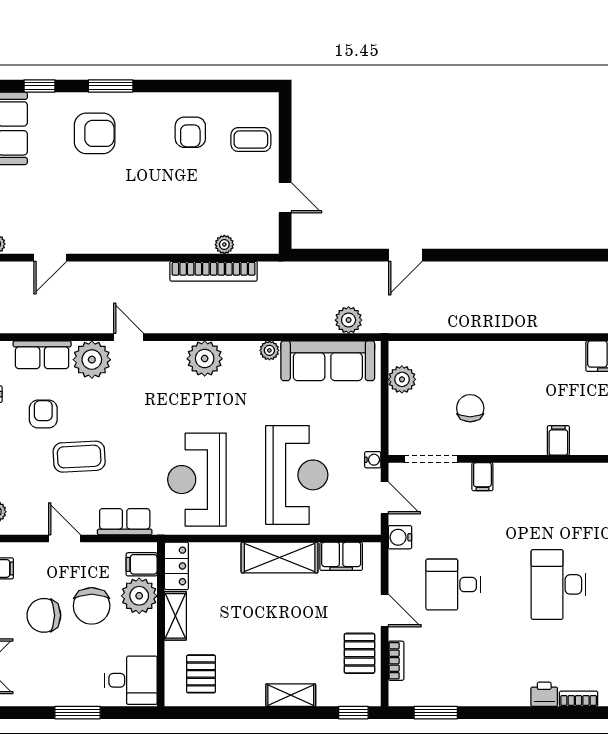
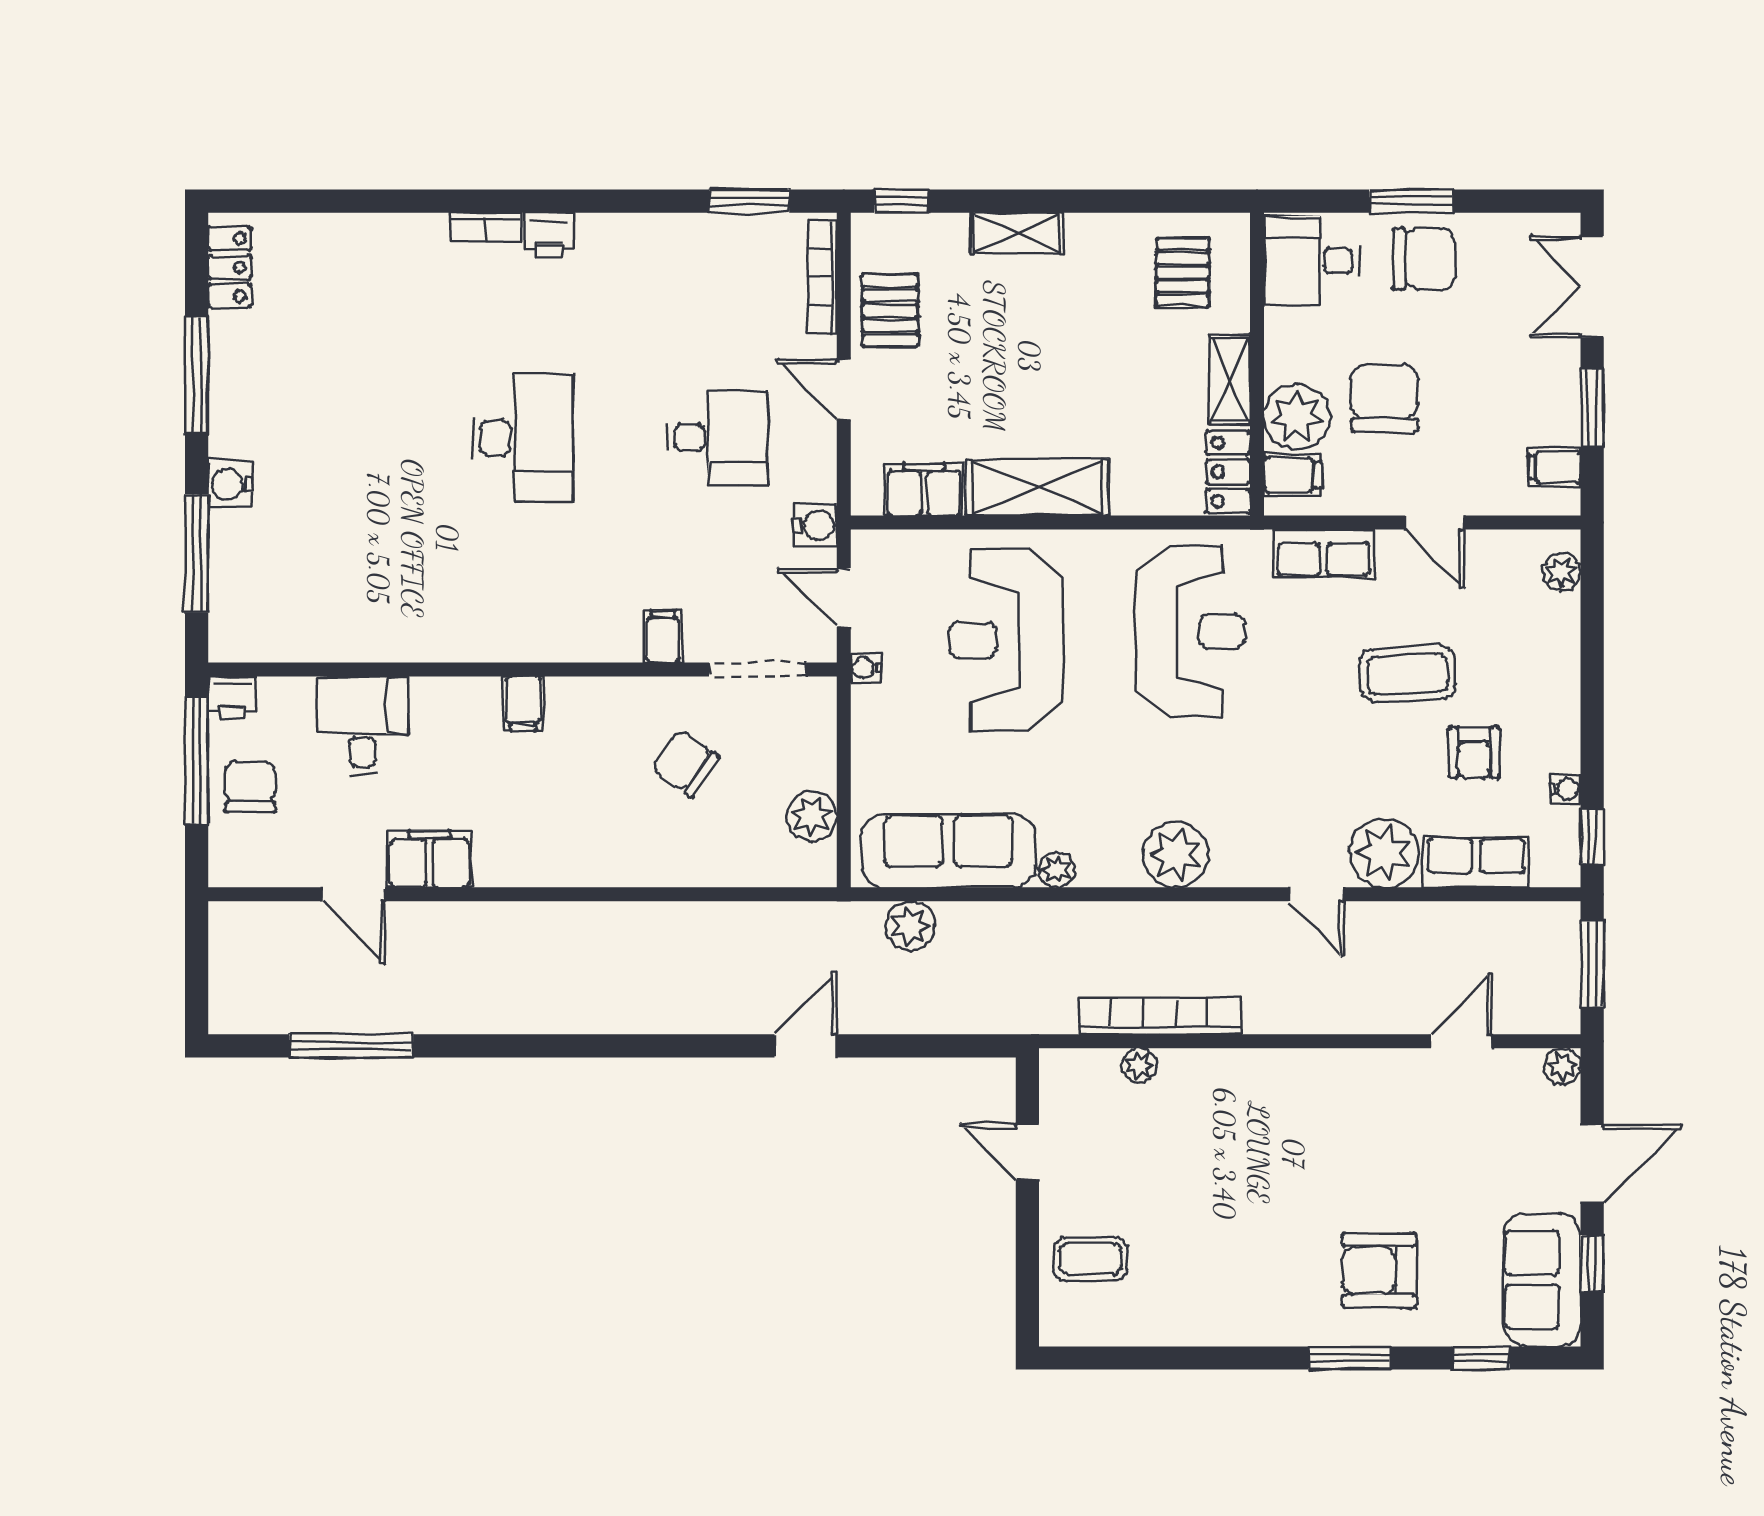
armchair: (190, 132) -> (1202, 1273), removed
chair: (470, 408) -> (686, 763), turned 124
chair: (44, 615) -> (1424, 259), moved
bookcase: (396, 661) -> (822, 277), width x1.56

